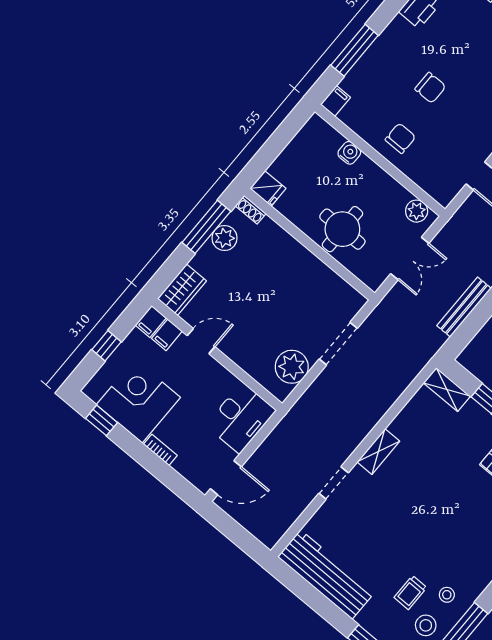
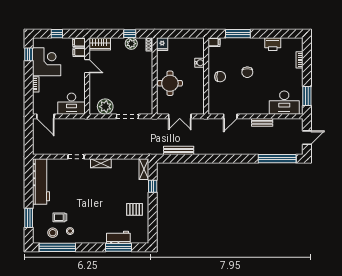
plant: (417, 211) -> (199, 104), removed
window: (206, 227) -> (130, 34), width x0.46

